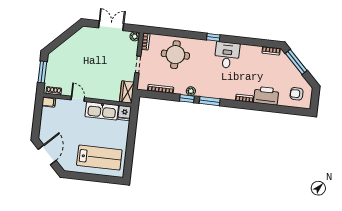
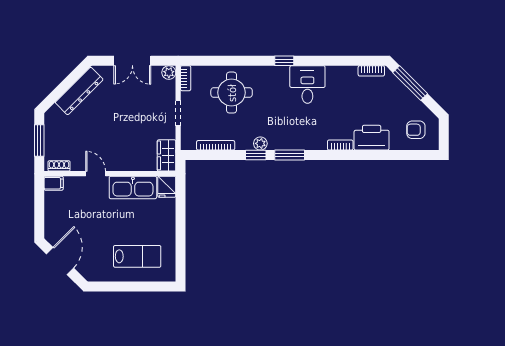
double door: (111, 26) -> (132, 61), swing flipped
dresser: (73, 42) -> (79, 91), added
lab bench: (99, 158) -> (137, 256), width x0.73, depth x0.72

